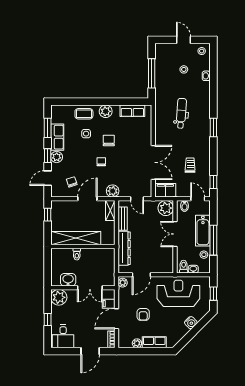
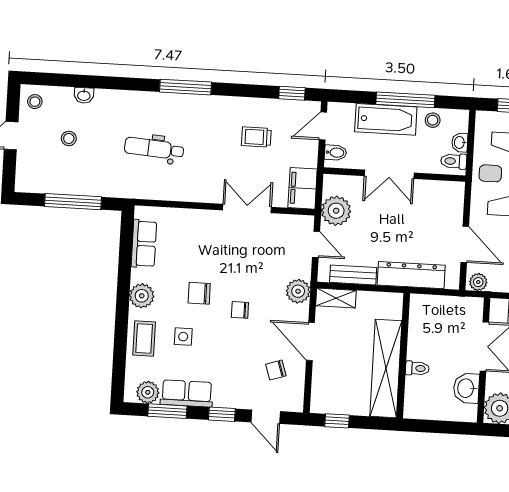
window: (213, 128) -> (186, 87), width x1.44
plant: (57, 157) -> (148, 392), moved
double door: (153, 162) -> (247, 209), width x0.73
door: (137, 199) -> (316, 244), hinge flipped
plant: (166, 208) -> (336, 211), moved

